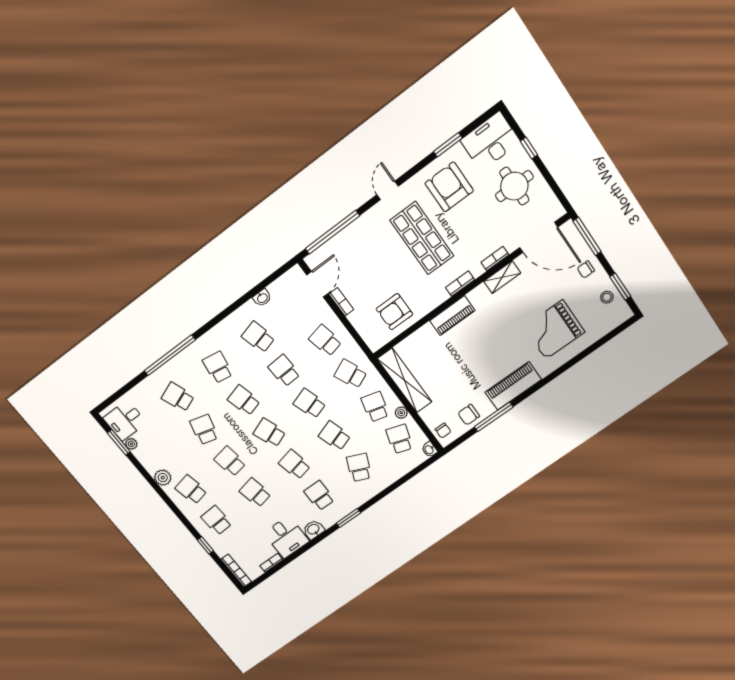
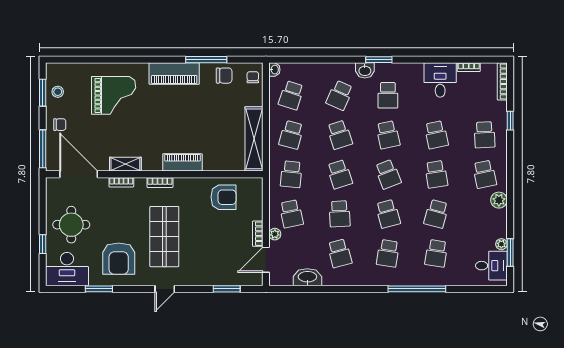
window: (332, 232) -> (227, 289), width x0.47
washbasin: (262, 298) -> (307, 277), width x1.91, depth x1.45
school desk: (350, 374) -> (291, 174), turned 30
school desk: (178, 397) -> (436, 253), turned 30
plant: (401, 413) -> (275, 234), moved
washbasin: (314, 530) -> (365, 70), moved

